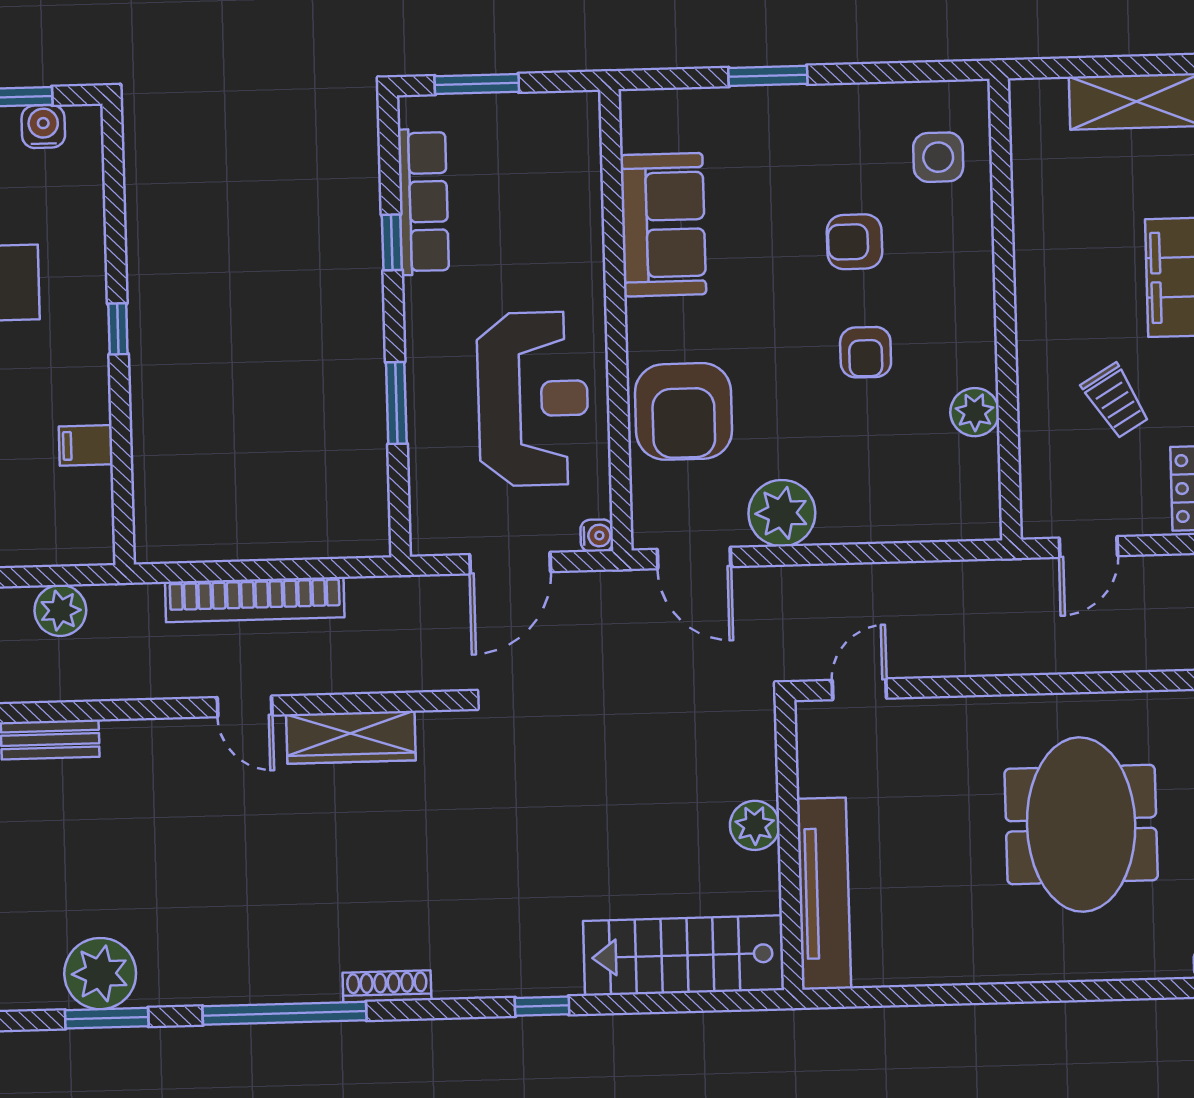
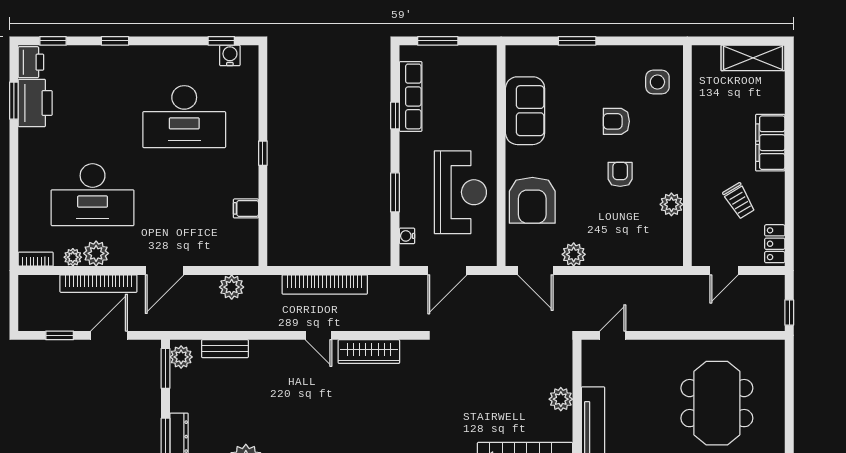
armchair: (866, 352) -> (620, 174), turned 180
plant: (782, 513) -> (574, 254), width x0.73, depth x0.73
water cooler: (597, 536) -> (407, 236), moved, turned 180

